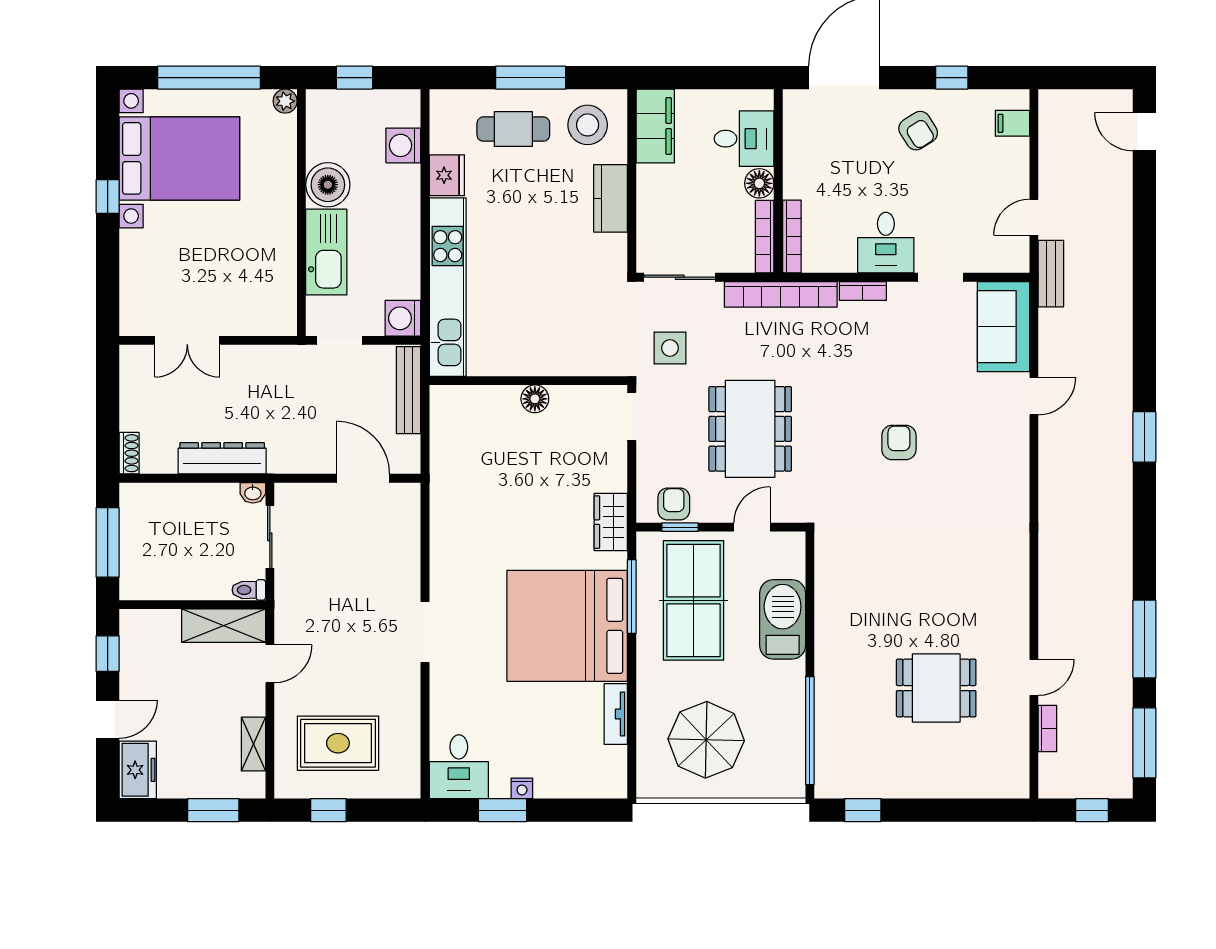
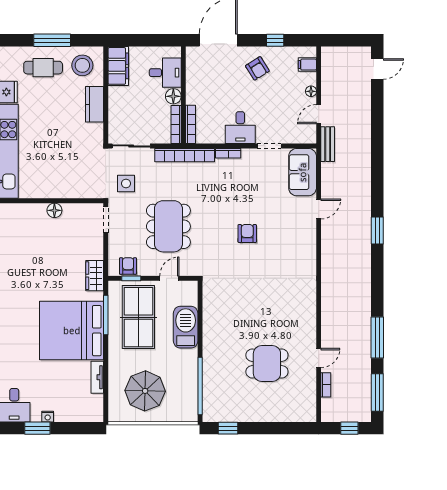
door: (1144, 132) -> (377, 69), swing flipped
floor lamp: (1019, 174) -> (311, 91), added

